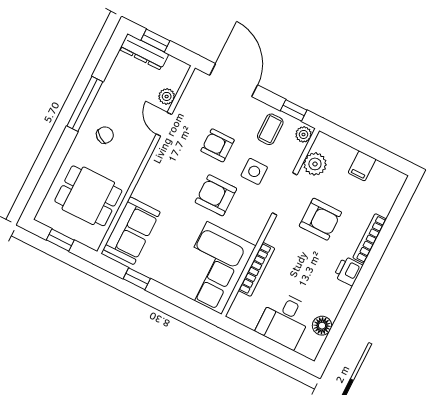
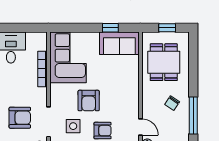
armchair: (216, 195) -> (89, 101), turned 90
dining table: (88, 196) -> (164, 62), turned 90
armchair: (320, 219) -> (20, 118), turned 180
sofa: (132, 231) -> (119, 43), moved, turned -90

